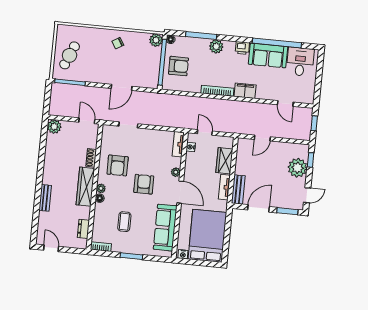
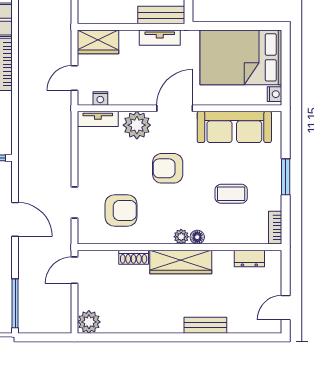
wardrobe: (224, 161) -> (98, 42), moved
armchair: (118, 165) -> (121, 211), moved
plant: (176, 172) -> (137, 125), width x1.87, depth x1.87

